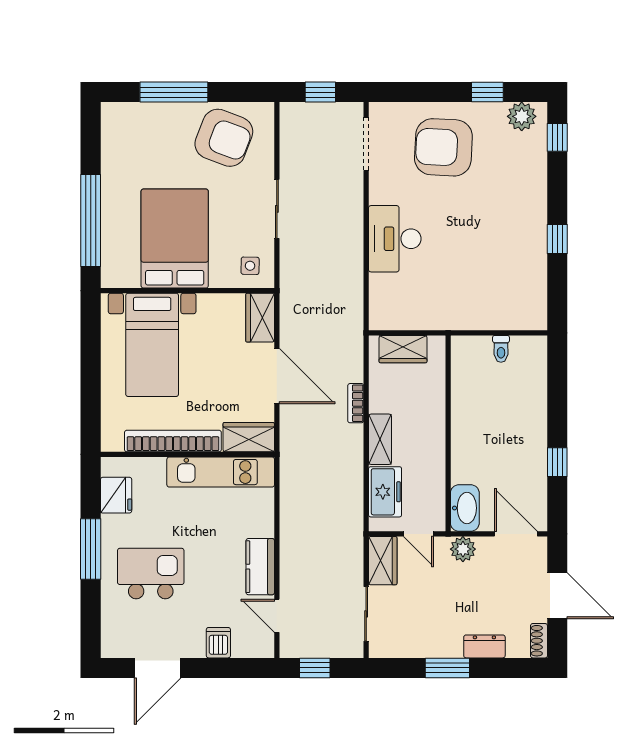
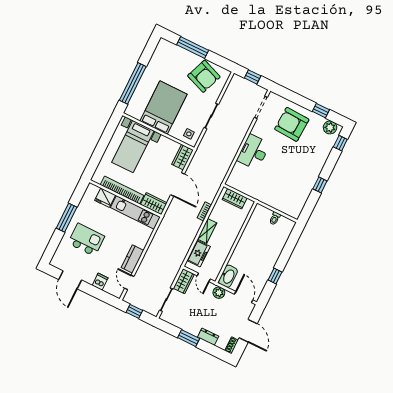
fridge: (116, 495) -> (105, 198), moved, turned 90
door: (158, 668) -> (70, 280), hinge flipped

